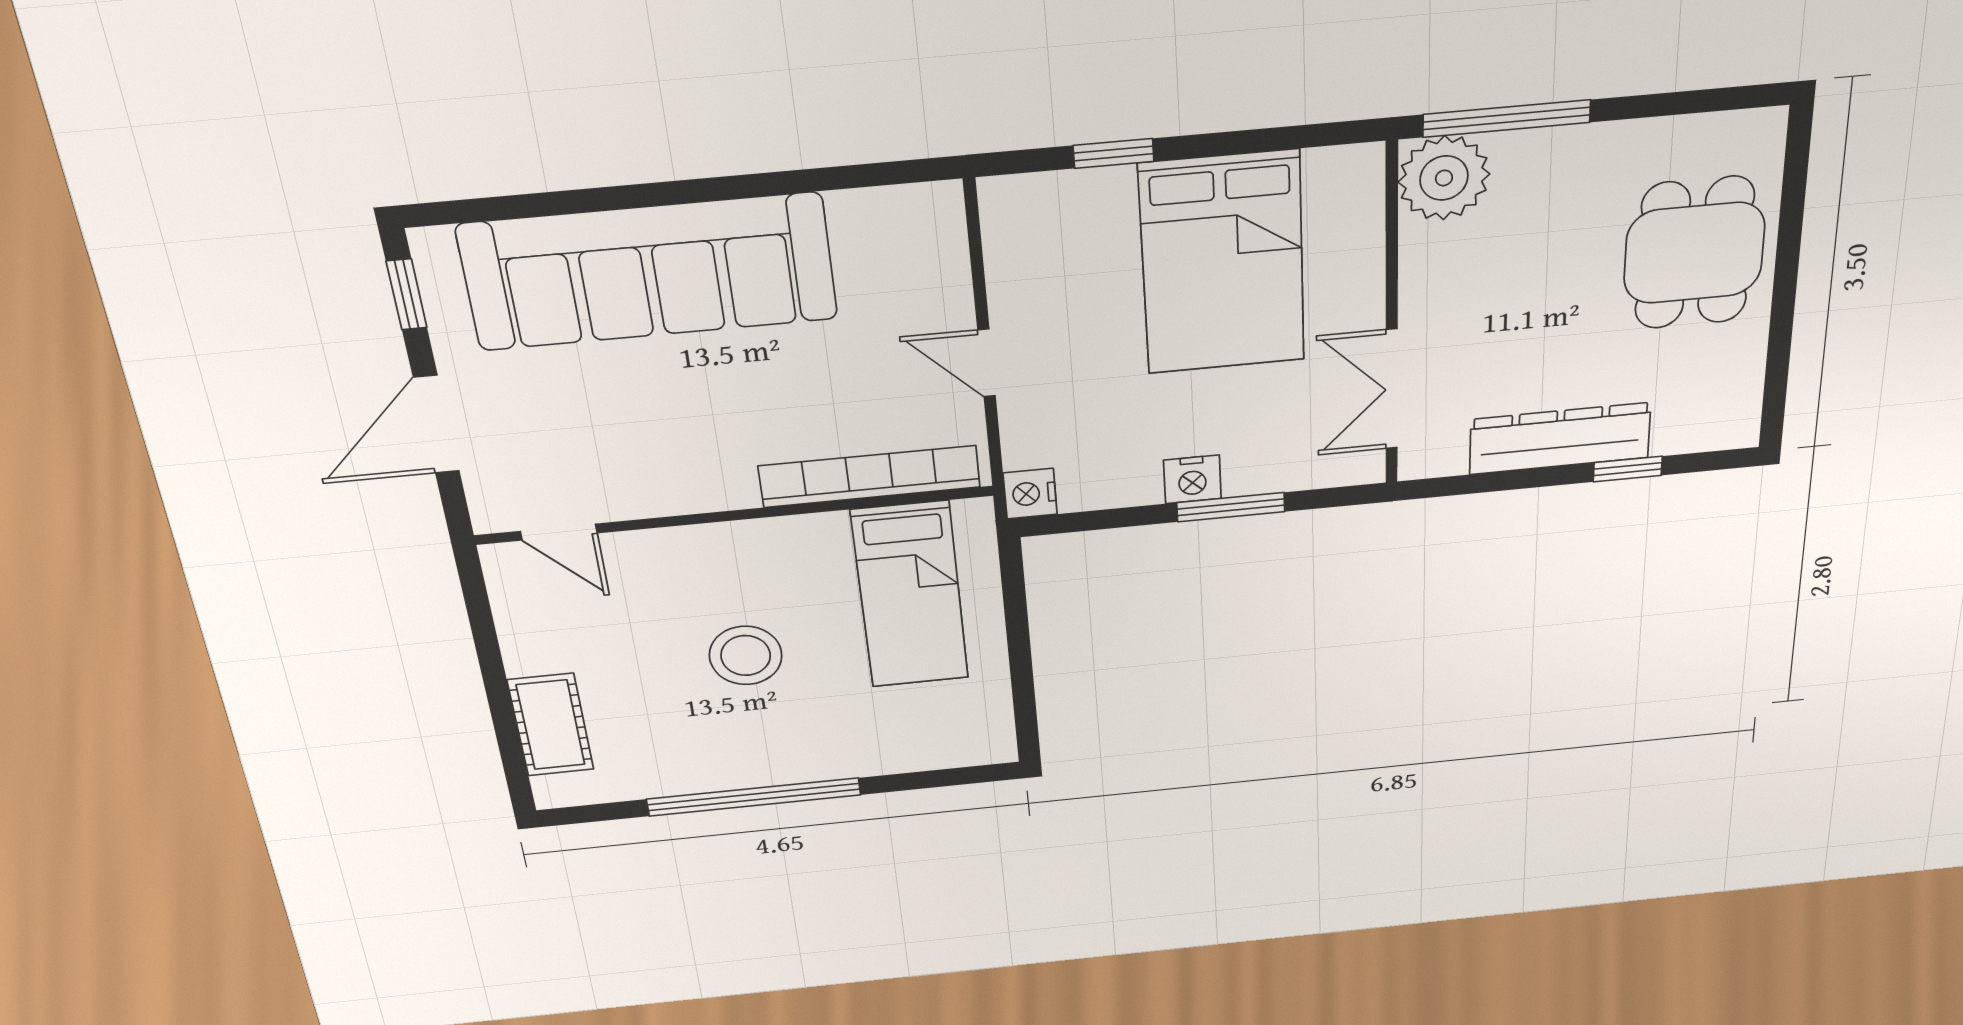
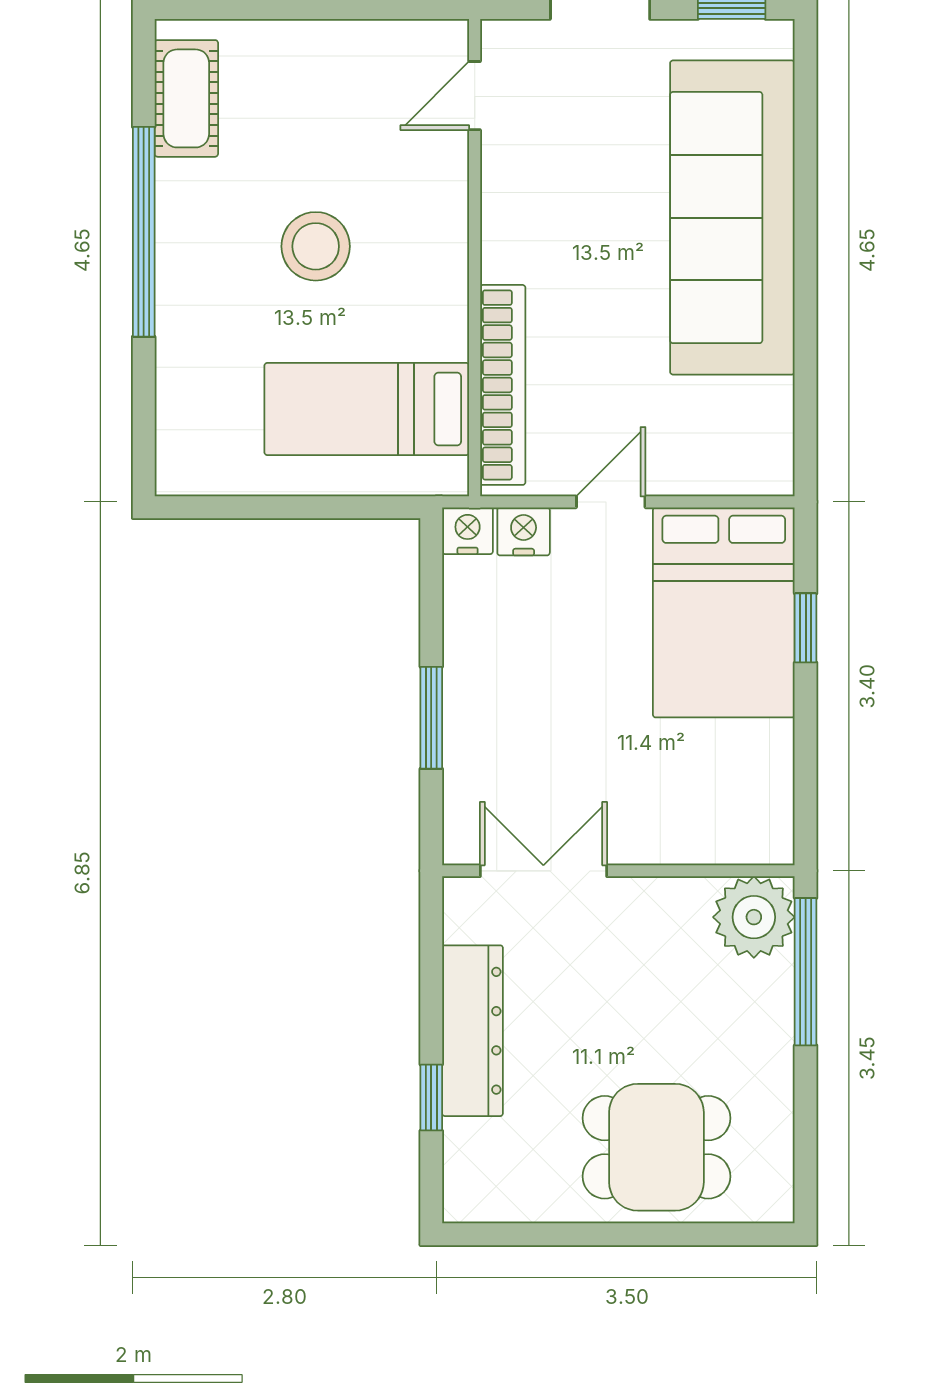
bed: (1223, 263) -> (724, 612), moved, turned -90
nightstand: (1192, 479) -> (524, 531), moved, turned 90
cot: (551, 725) -> (186, 98), moved, turned 90

